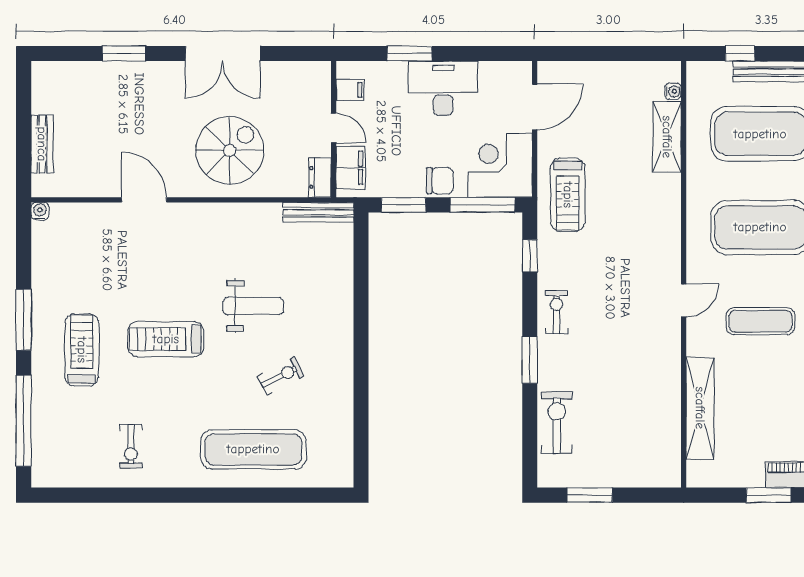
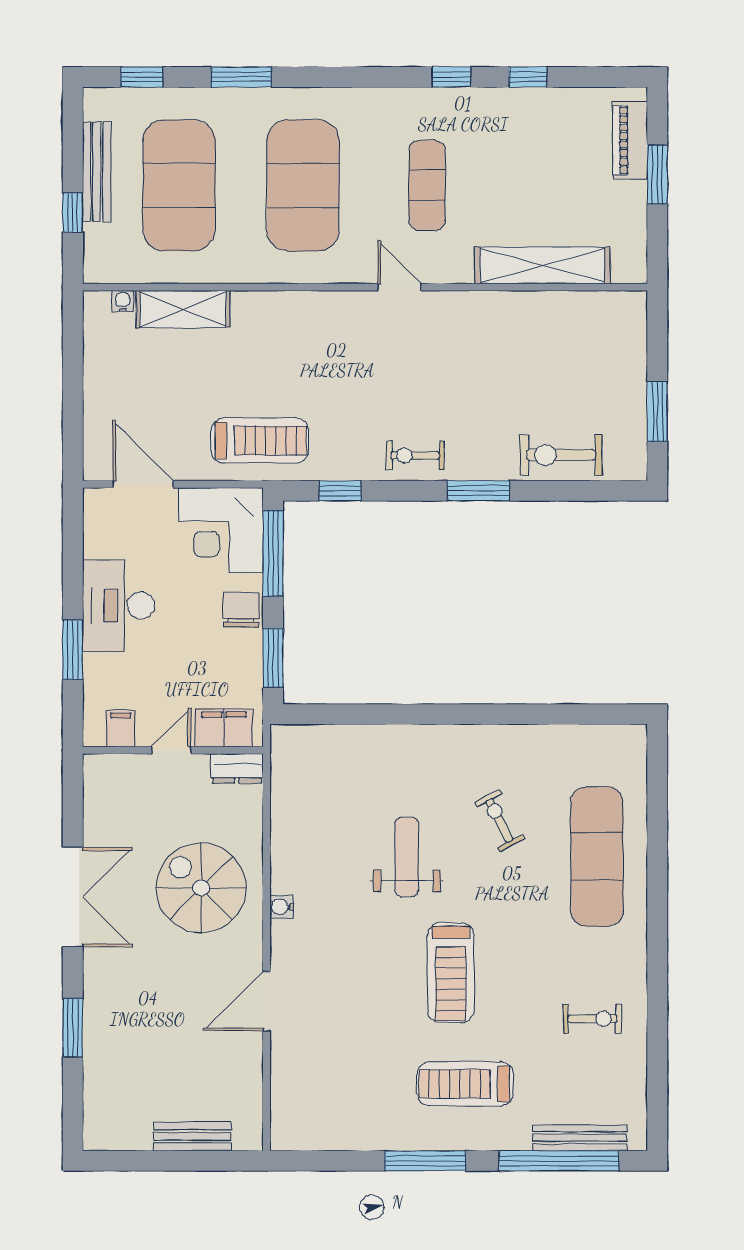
water cooler: (40, 211) -> (282, 907), moved
bench: (318, 212) -> (580, 1138), moved, turned 90

